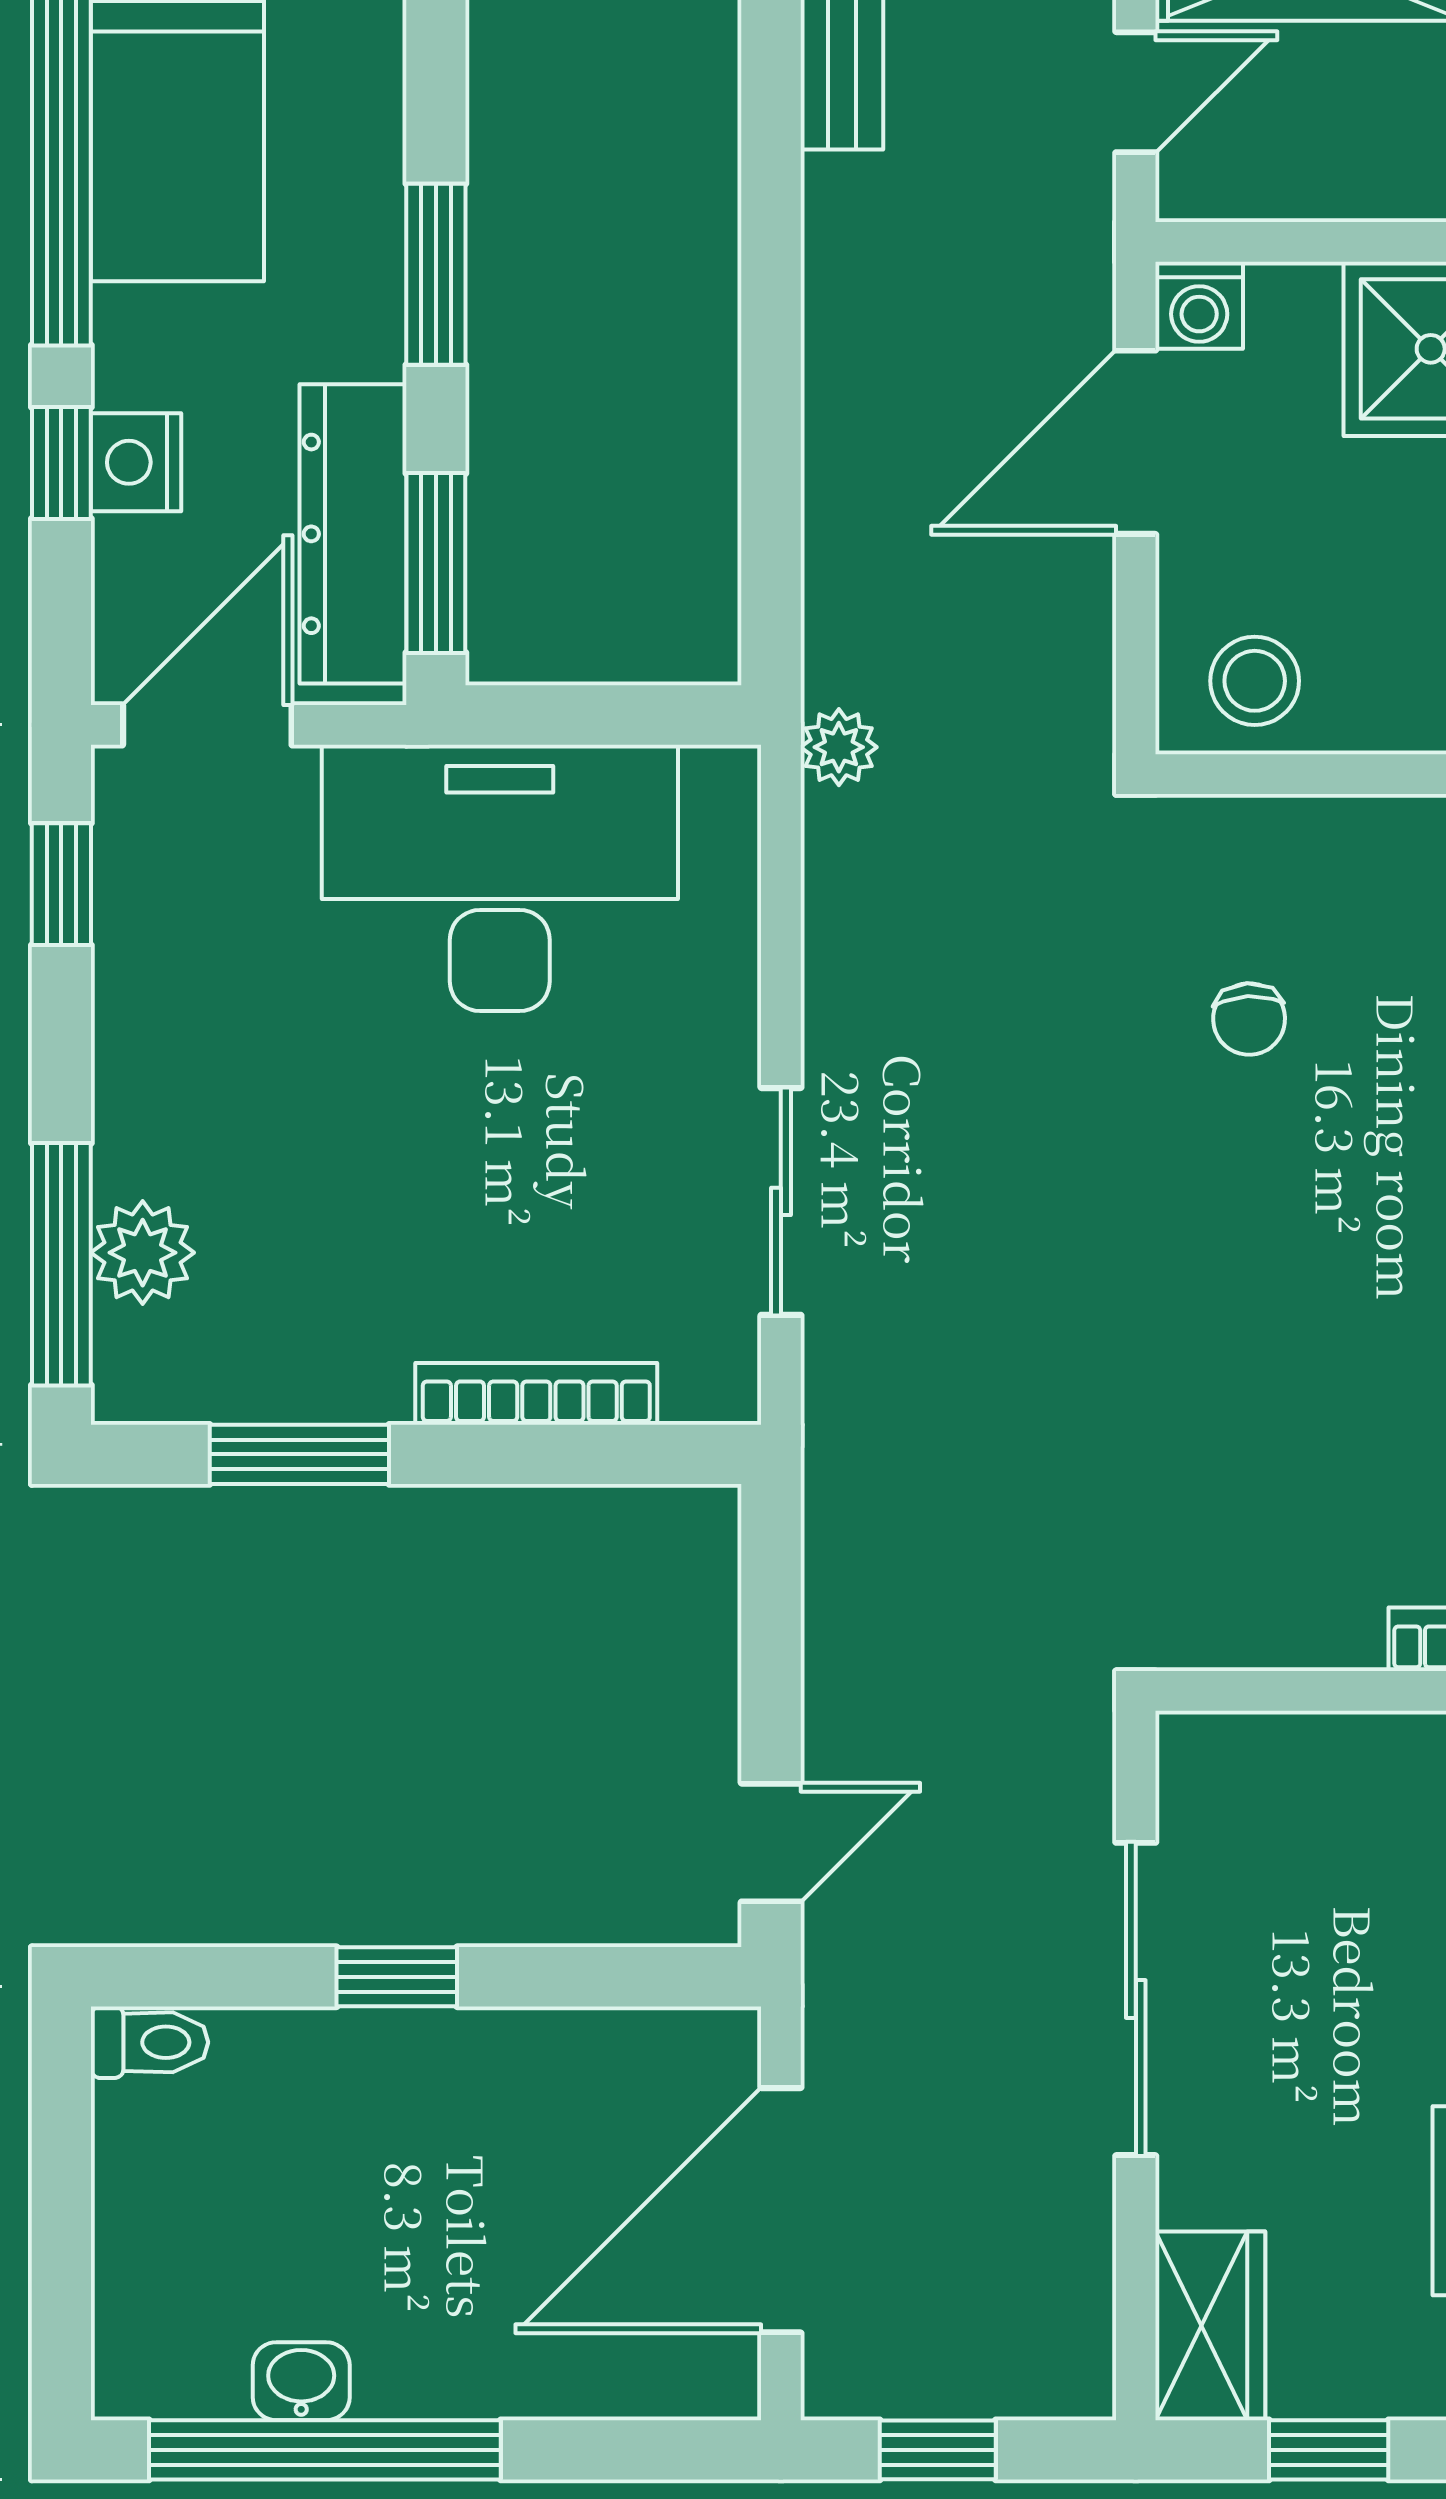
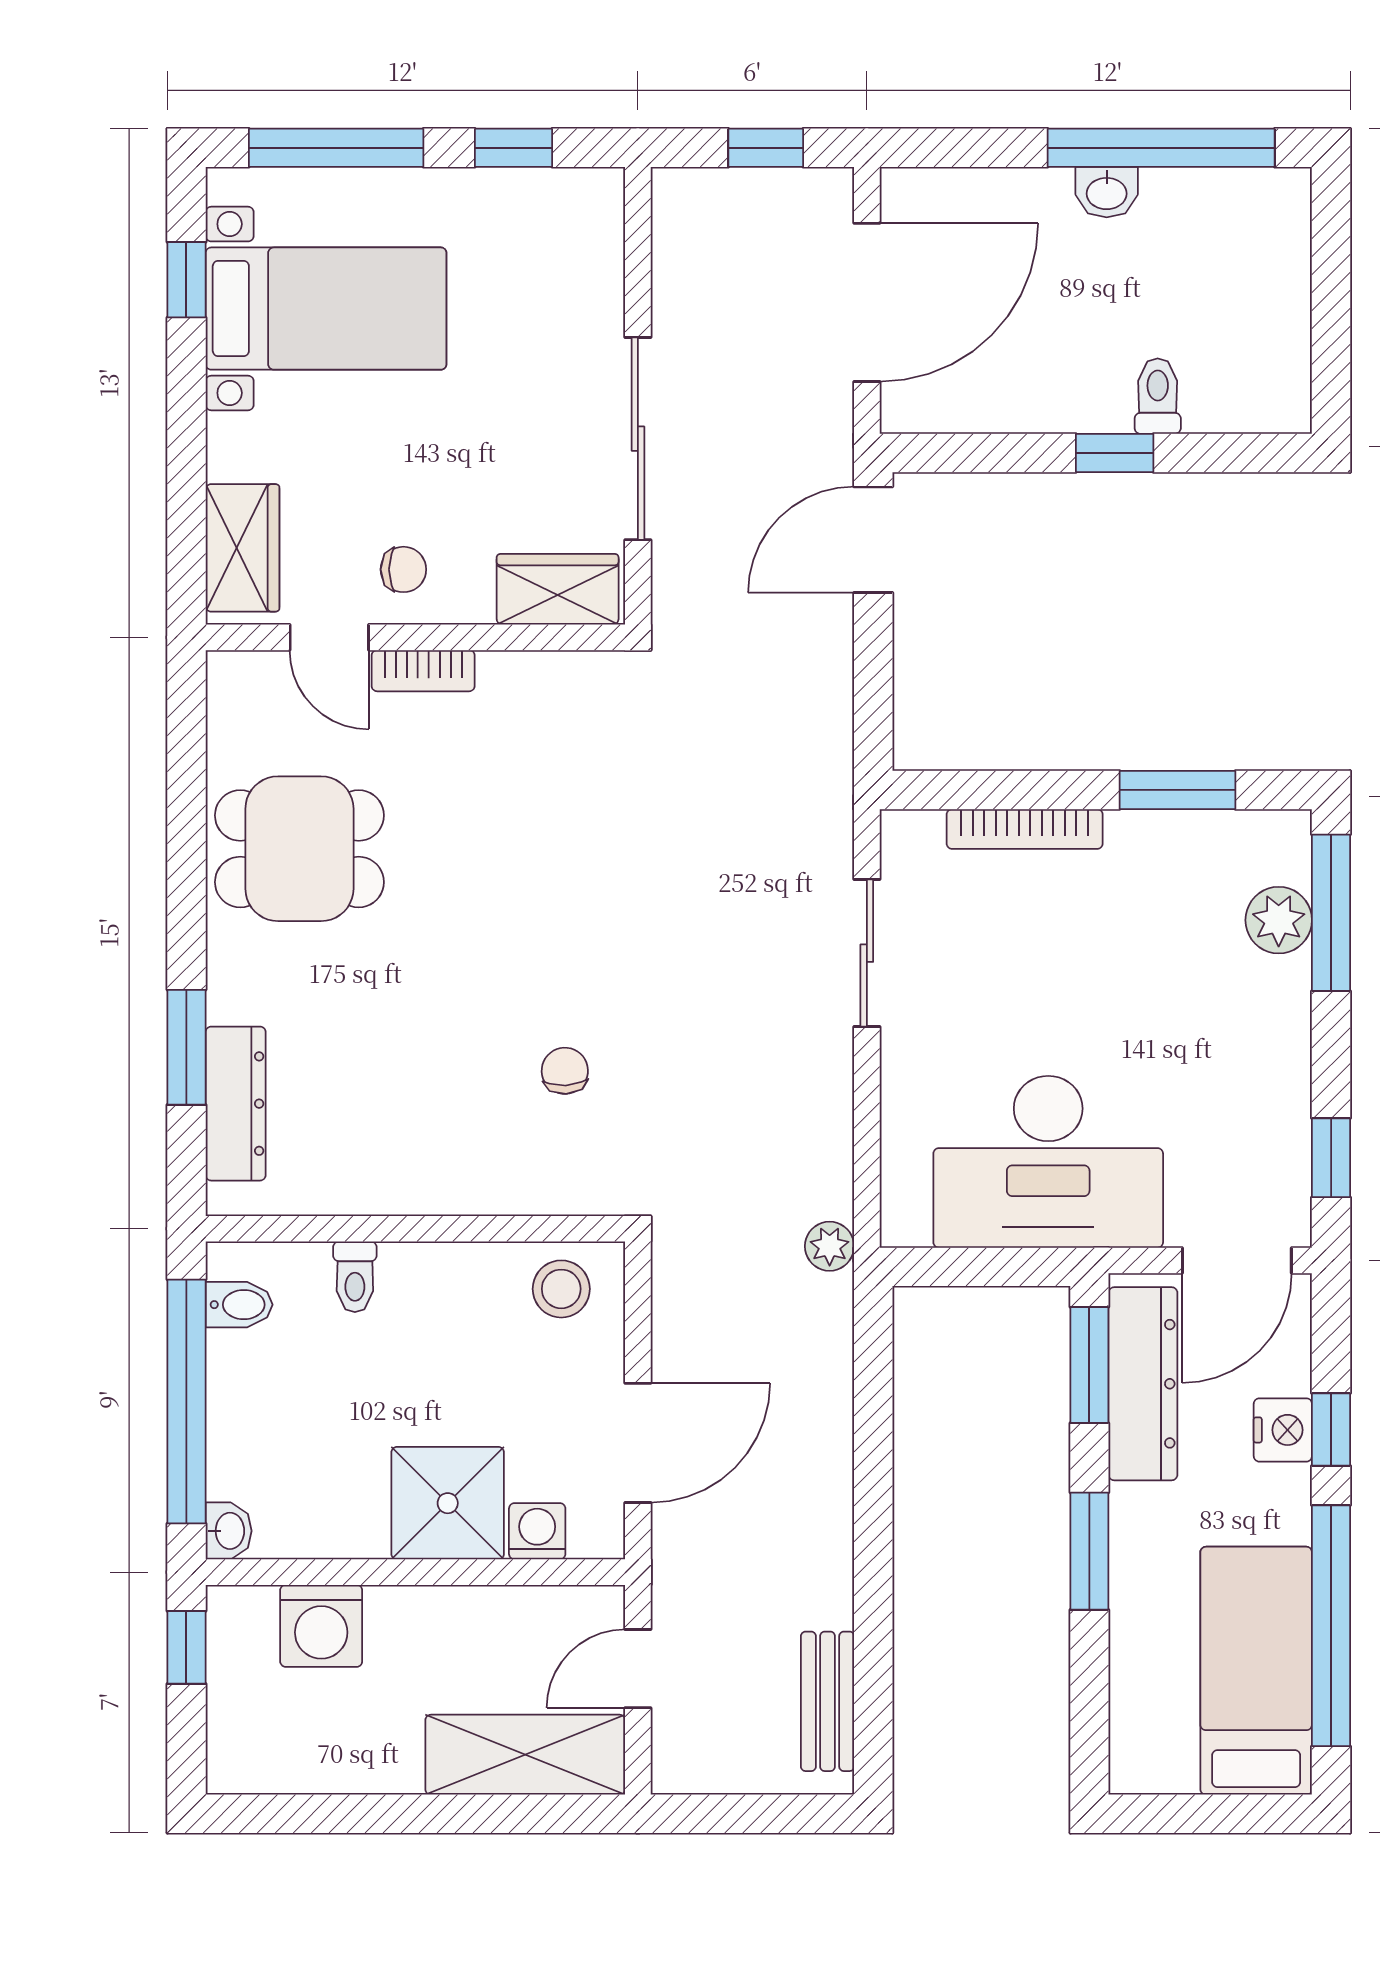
washing machine: (1199, 305) -> (537, 1531), moved
door: (771, 1843) -> (873, 540), width x1.38
toilet: (149, 2042) -> (1158, 396), moved, turned 90
wardrobe: (1210, 2326) -> (558, 589), moved, turned 90
washbasin: (301, 2381) -> (1107, 192), moved

